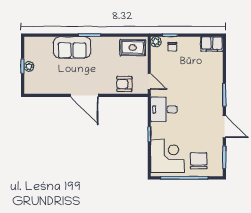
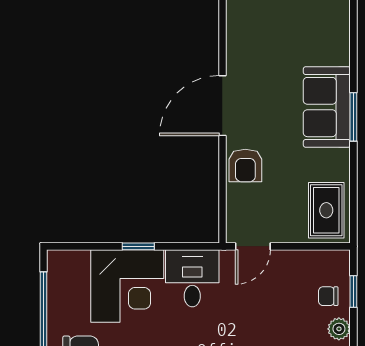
plant: (156, 42) -> (339, 329), moved
sofa: (72, 47) -> (327, 107), moved
armchair: (124, 84) -> (245, 166), moved, turned 180
corner desk: (167, 156) -> (127, 286), moved

